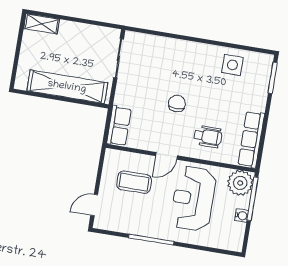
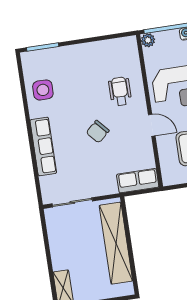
chair: (177, 103) -> (98, 132), turned -42
row of seats: (251, 139) -> (43, 146), moved, turned -90
plant: (240, 183) -> (148, 40), width x0.53, depth x0.53

